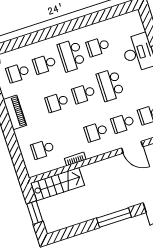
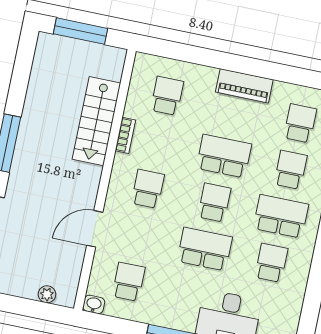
school desk: (57, 102) -> (224, 156), width x1.85
school desk: (123, 123) -> (138, 235), removed
stairs: (58, 184) -> (96, 121), moved
window: (35, 213) -> (81, 31), width x1.44

